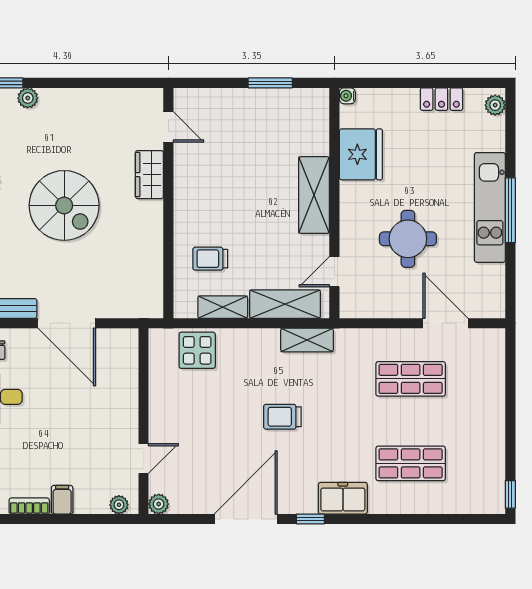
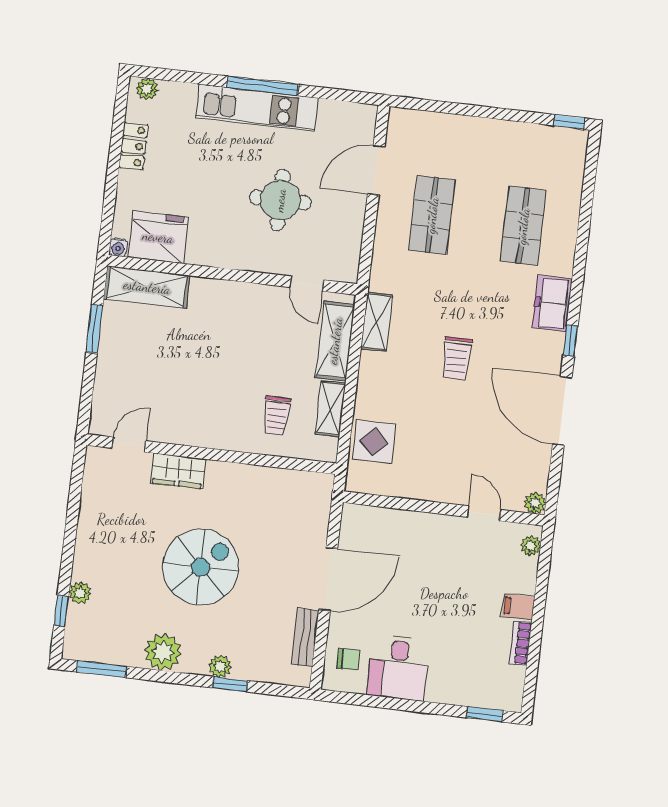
fridge: (361, 154) -> (158, 237), moved
shelving: (314, 195) -> (147, 287), moved

